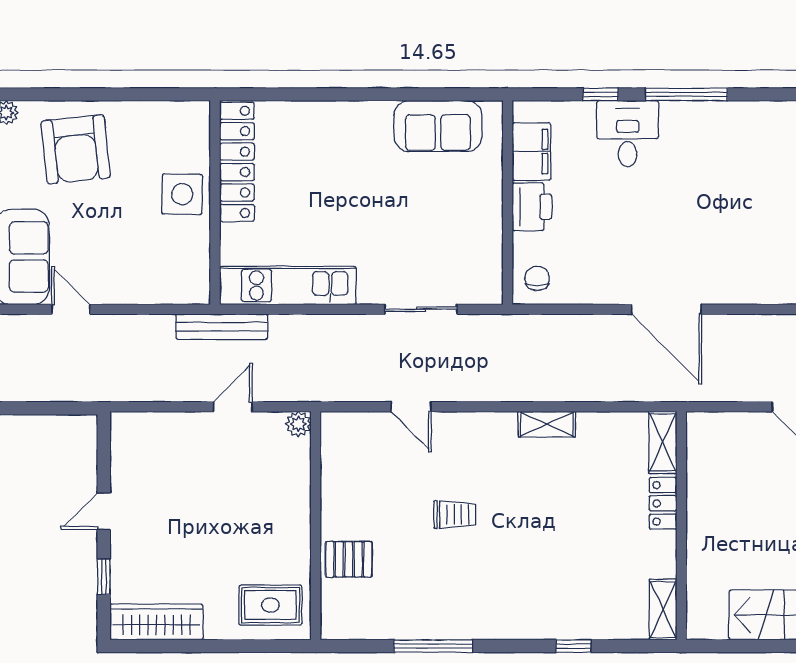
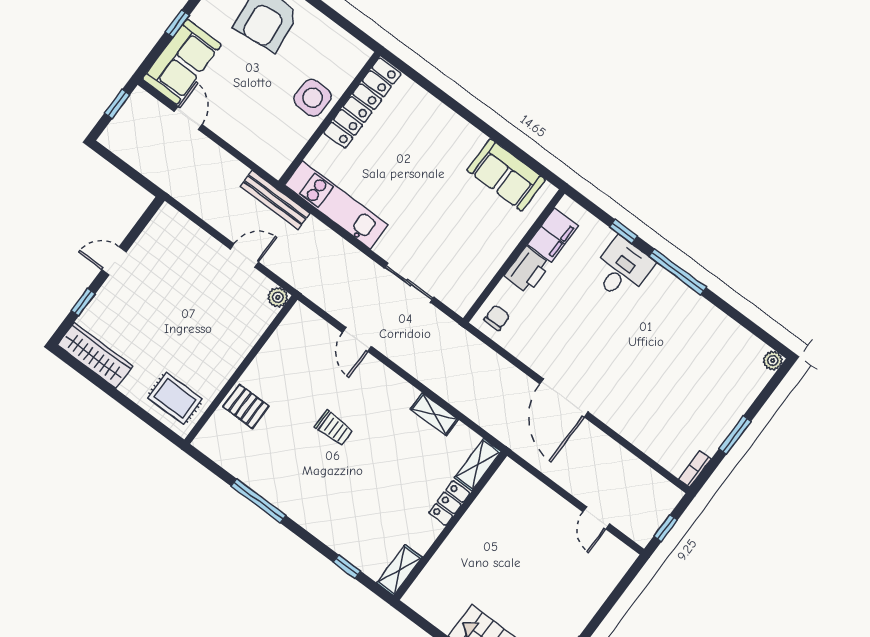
shelving: (663, 442) -> (478, 465), moved
locker: (663, 503) -> (449, 503), moved
wall: (681, 526) -> (450, 526), moved
shelving: (663, 610) -> (399, 570), moved

